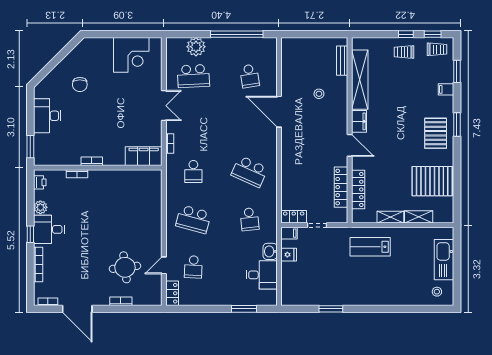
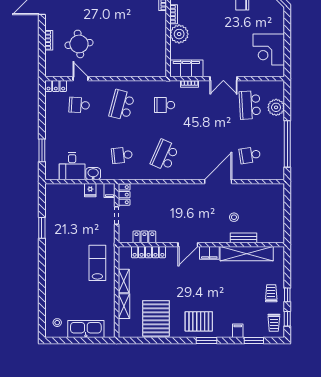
bench: (342, 61) -> (243, 238), moved
plant: (114, 155) -> (179, 34), added
filing cabinet: (144, 156) -> (186, 68), moved, turned -90
locker: (341, 187) -> (144, 237), width x0.66

